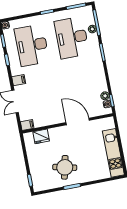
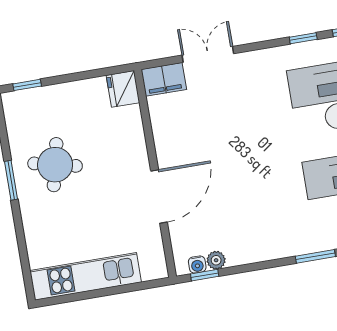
filing cabinet: (19, 80) -> (256, 64), removed
filing cabinet: (27, 125) -> (164, 79), width x2.00
fridge: (41, 136) -> (123, 89), moved

